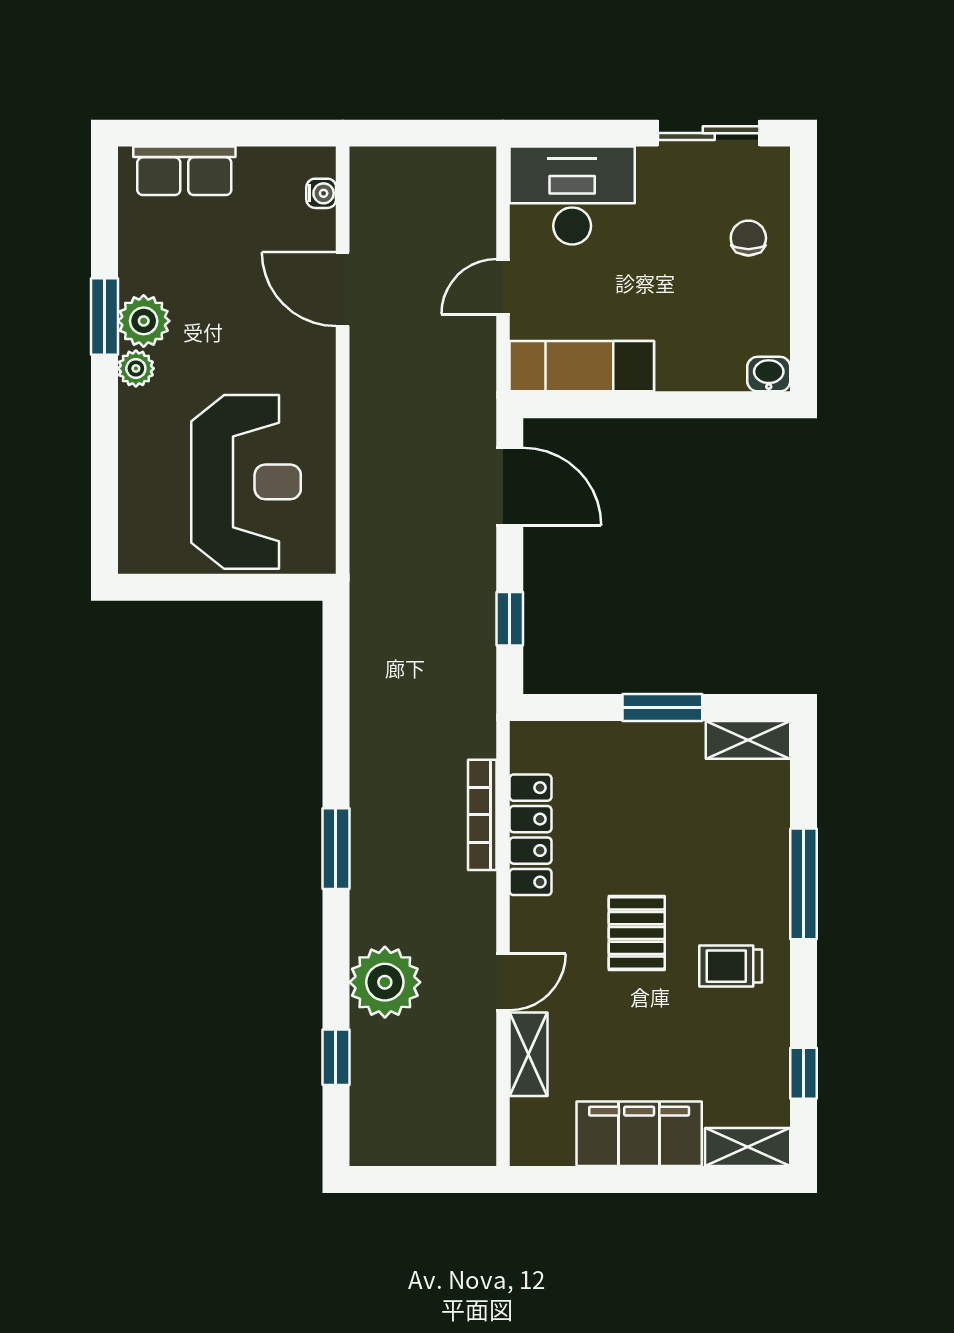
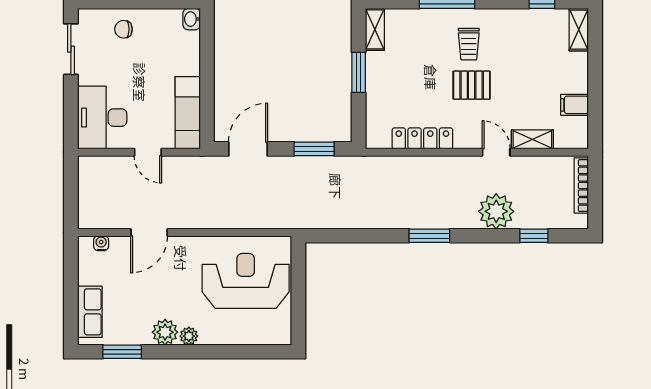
window: (104, 317) -> (122, 352), moved
window: (510, 619) -> (314, 149), width x1.50
bookcase: (482, 815) -> (581, 186), moved, turned 90
trolley: (731, 966) -> (469, 44), moved
filing cabinet: (639, 1134) -> (574, 105), width x0.33, depth x0.86

